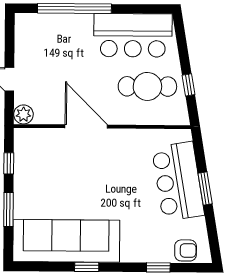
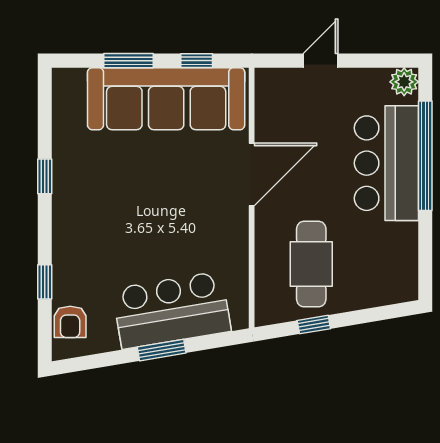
bar counter: (133, 35) -> (386, 163), moved
plant: (23, 114) -> (404, 82), moved
sofa: (66, 241) -> (166, 99), moved, turned 90

